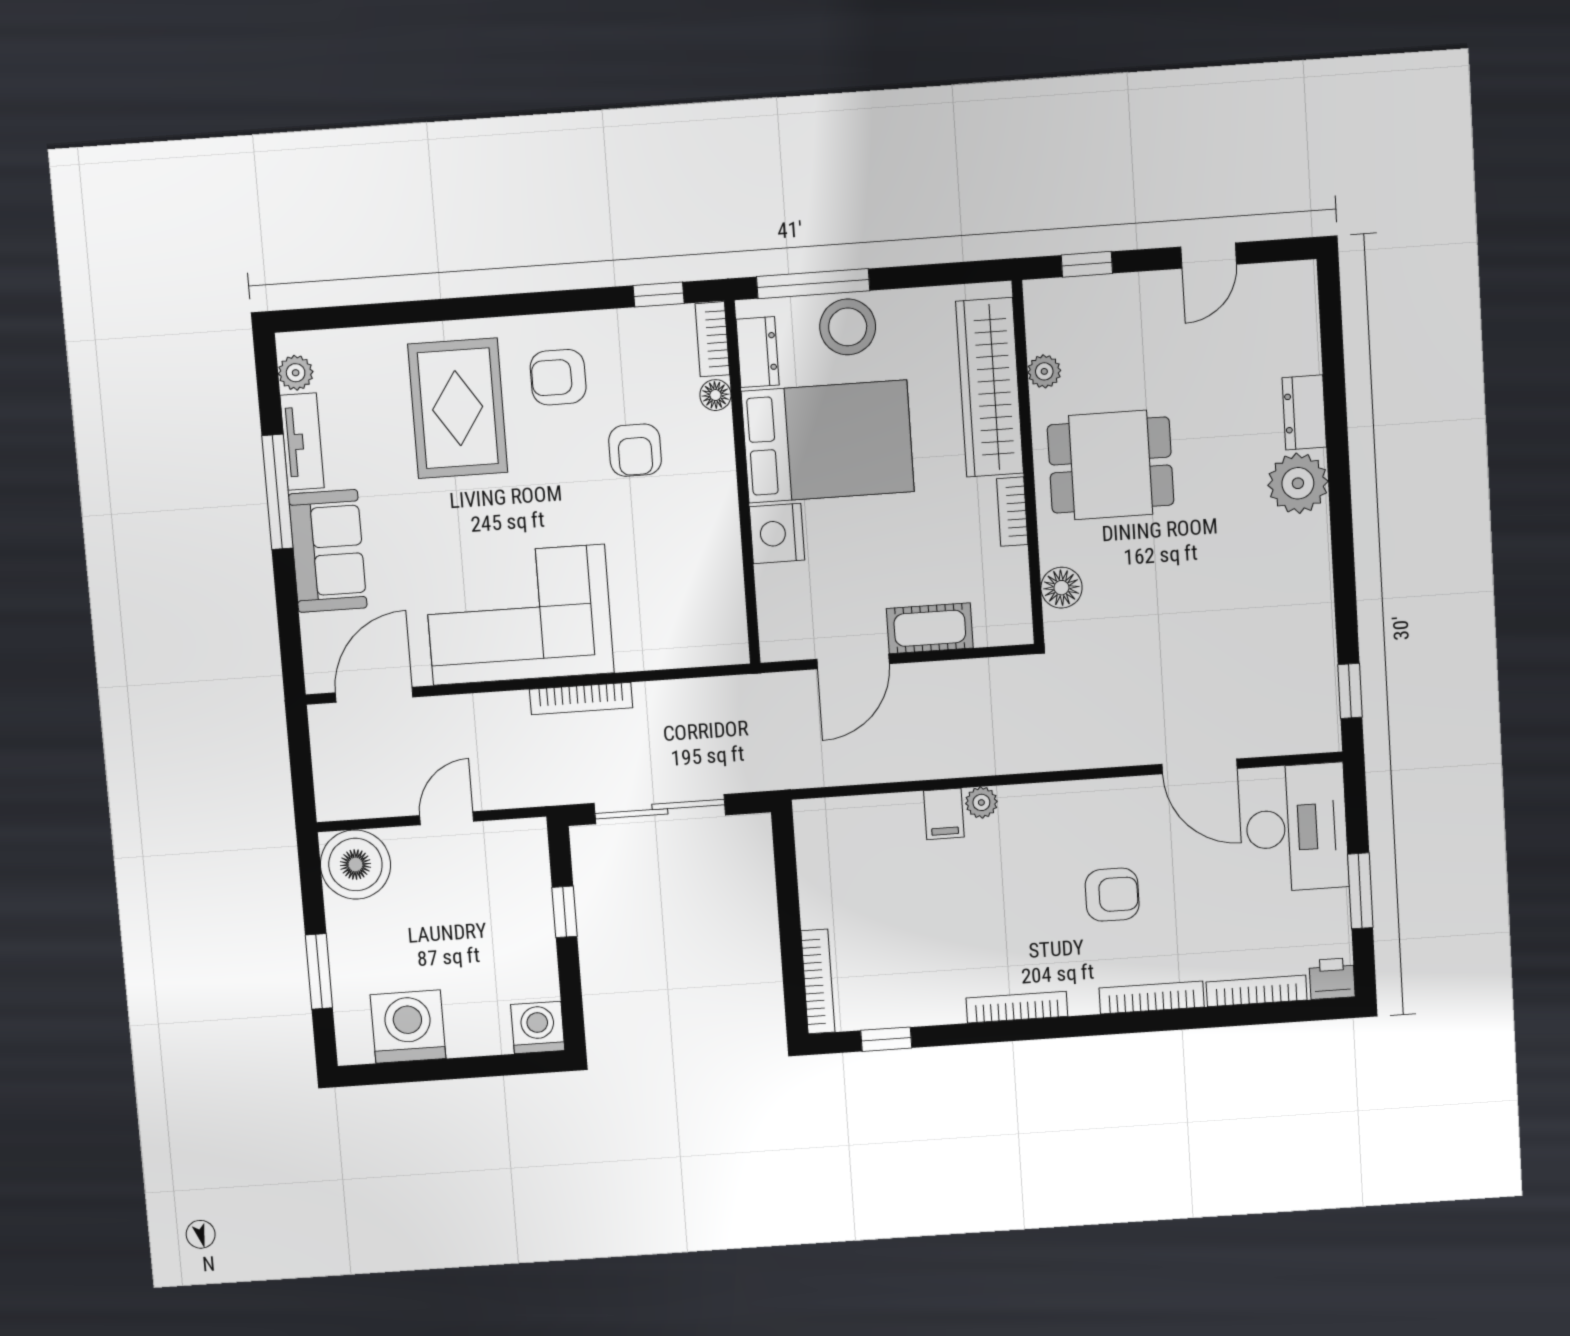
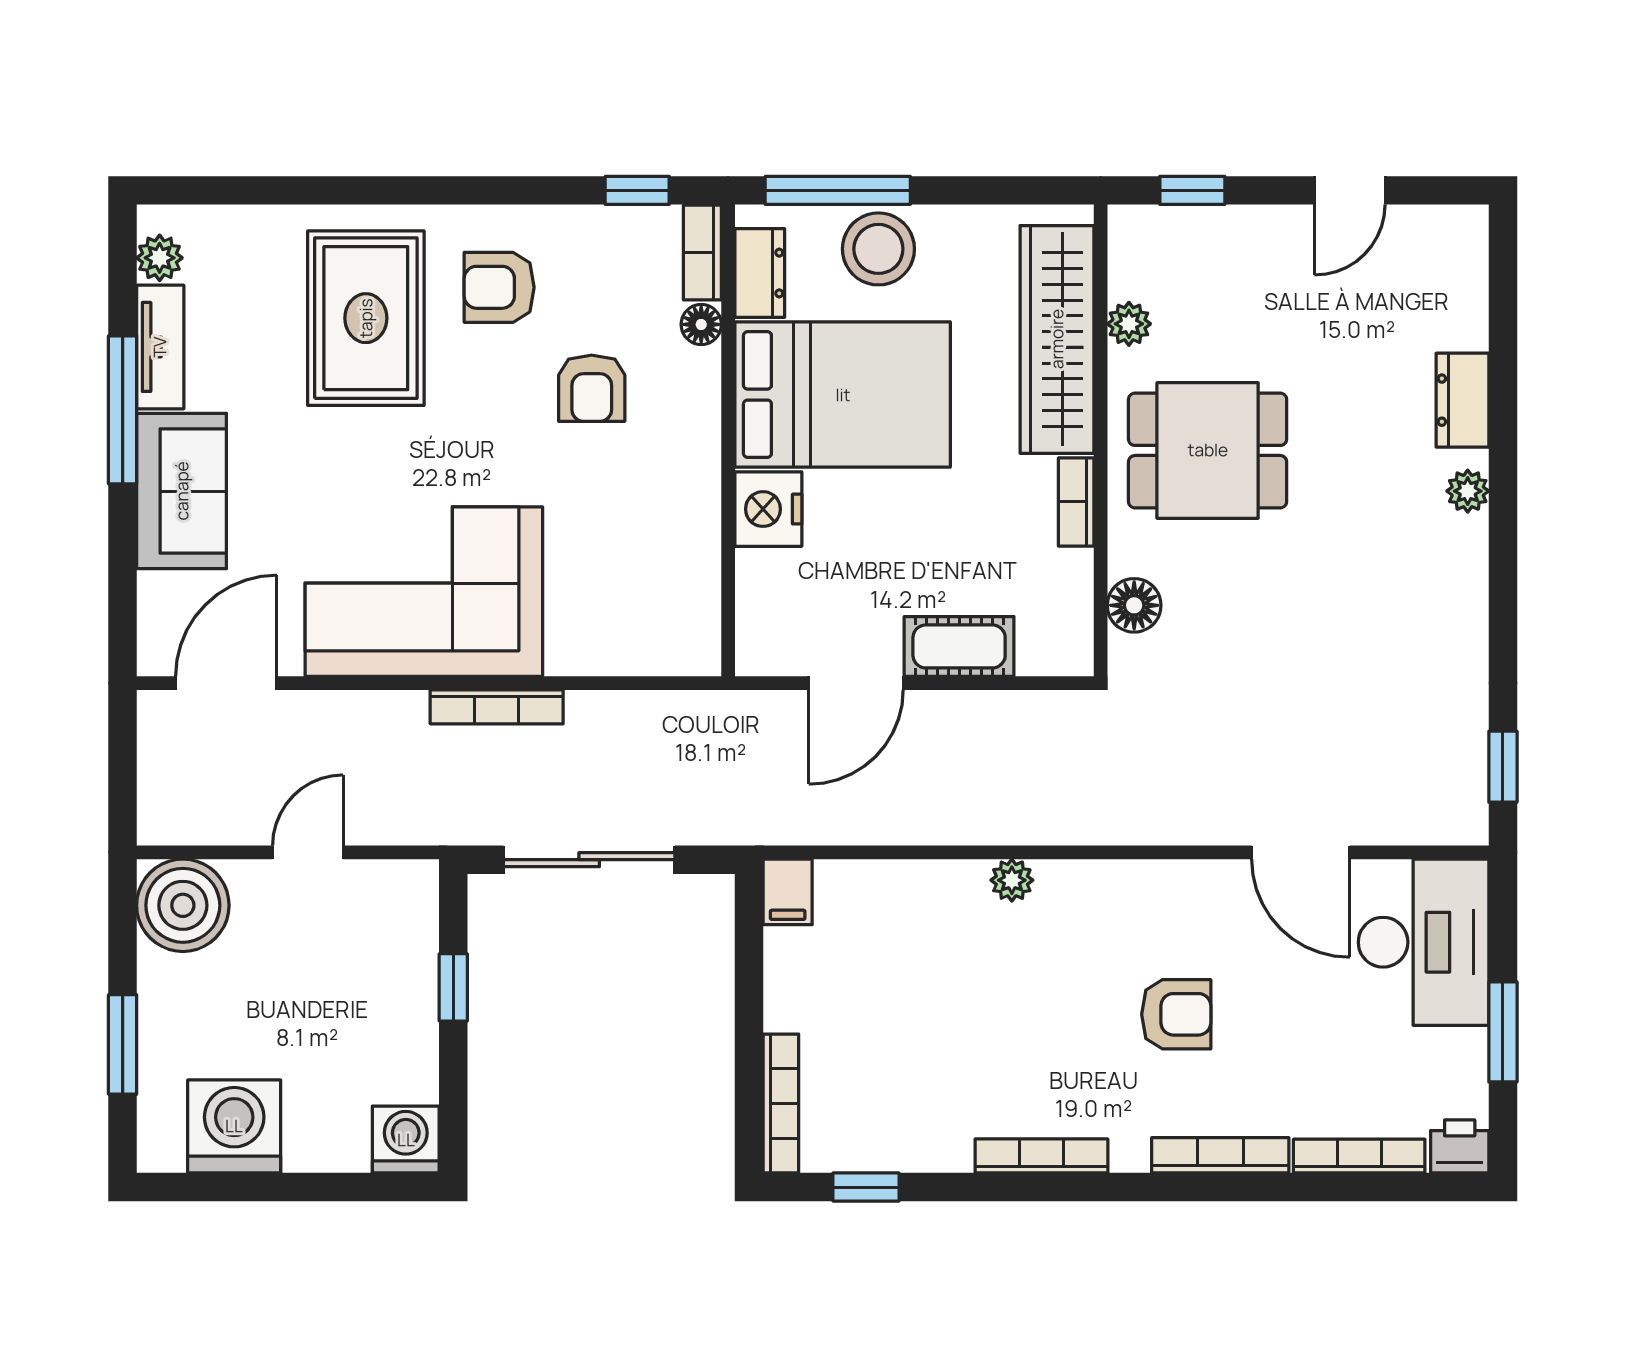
plant: (1298, 483) -> (1468, 491), width x0.53, depth x0.53
filing cabinet: (944, 814) -> (788, 892), moved

